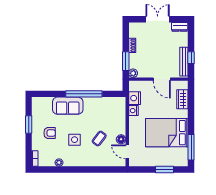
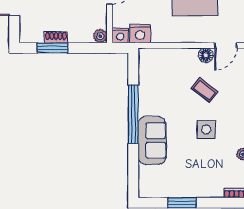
window: (126, 61) -> (53, 48), moved
nightstand: (133, 111) -> (120, 35), moved
armchair: (50, 133) -> (196, 169), removed

